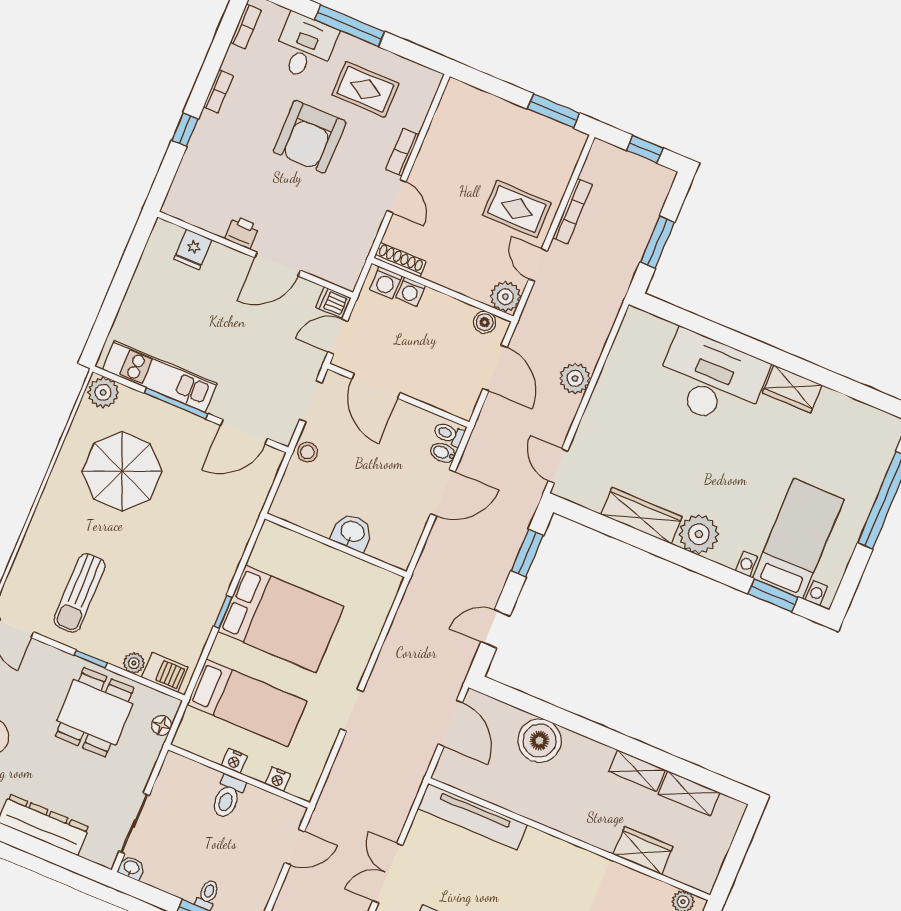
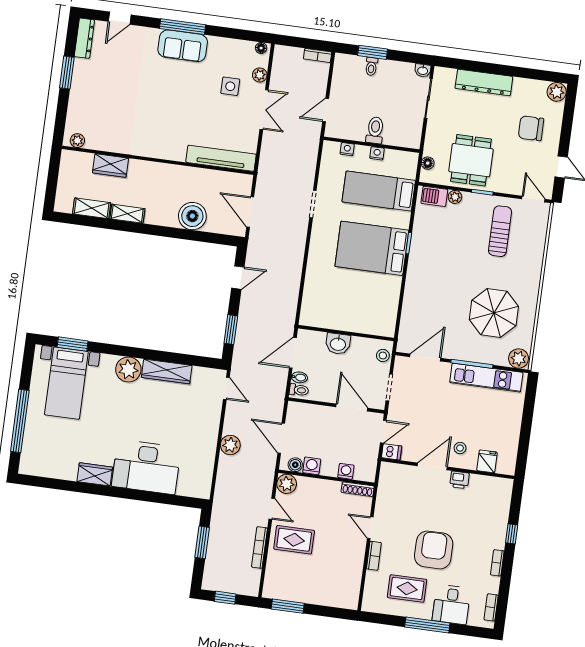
stool: (228, 281) -> (460, 448), added
washing machine: (386, 283) -> (312, 466), moved
washbasin: (352, 532) -> (338, 344), moved
wall: (336, 545) -> (346, 333), moved

